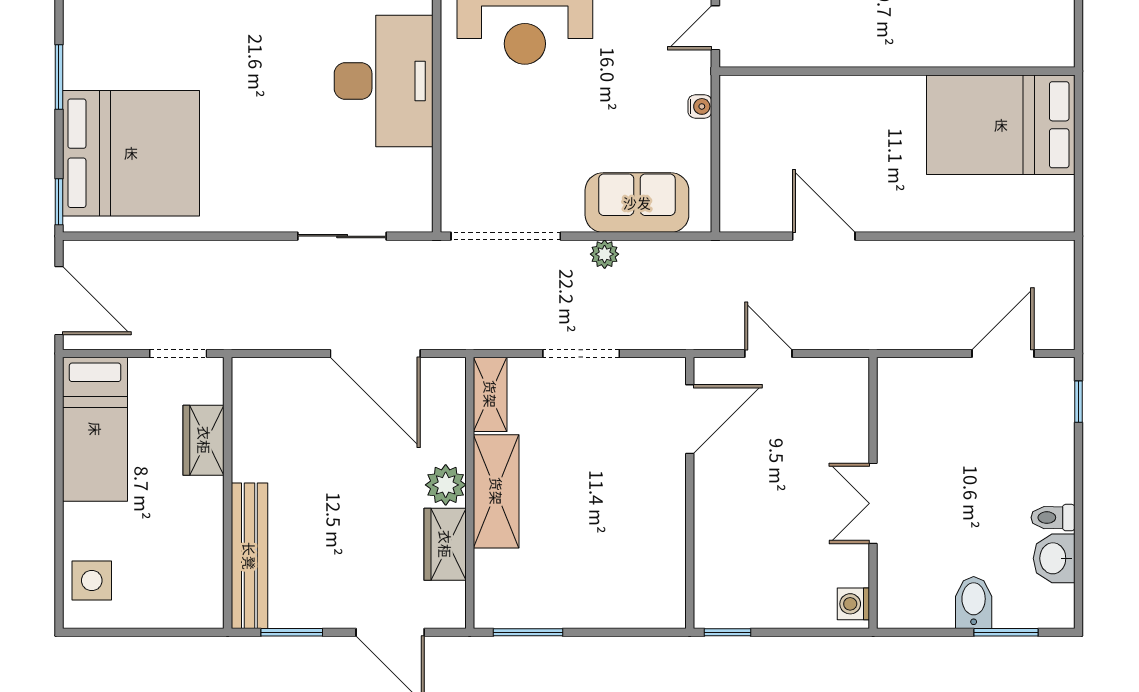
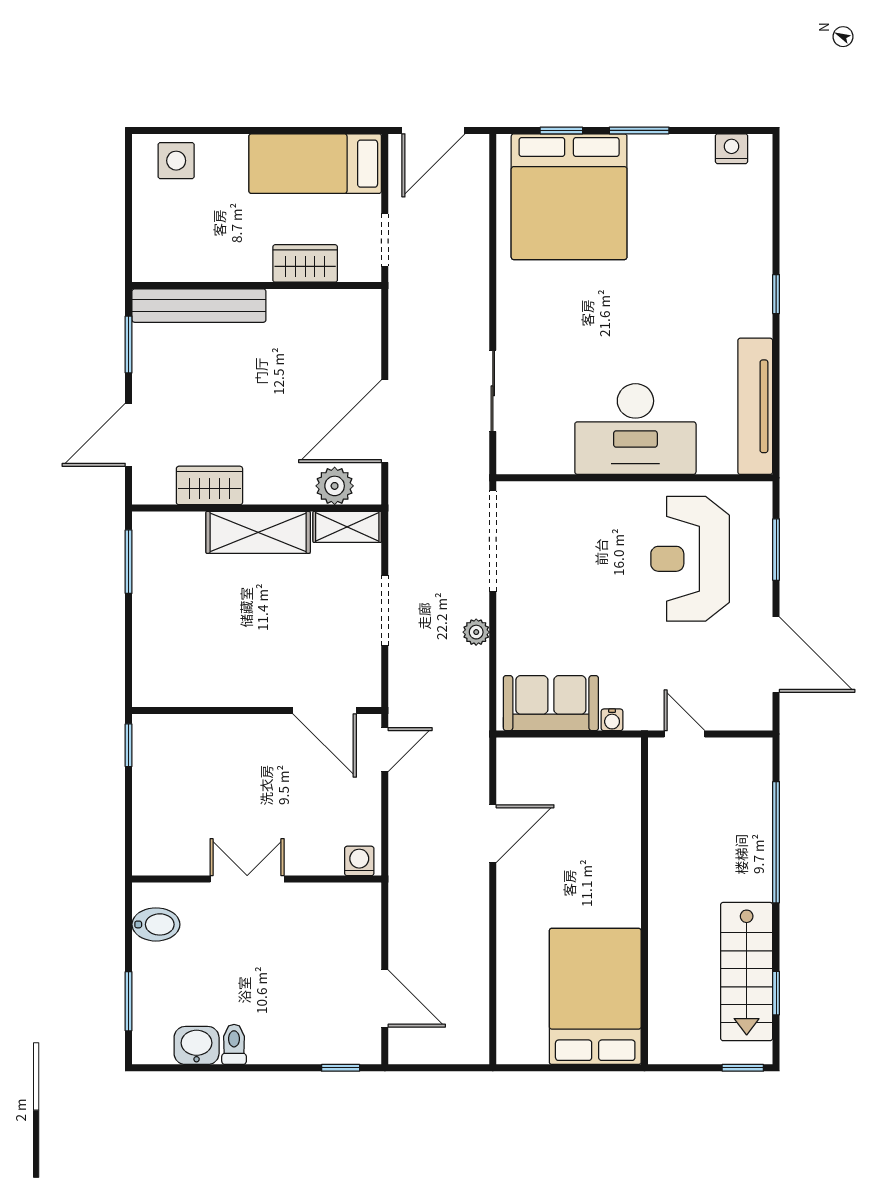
window: (59, 202) -> (561, 130), moved
sofa: (637, 203) -> (551, 703), moved, turned -90
door: (768, 354) -> (385, 750), moved
plant: (446, 485) -> (335, 486), moved
bidet: (974, 602) -> (156, 924), moved
washing machine: (853, 604) -> (359, 861), moved

